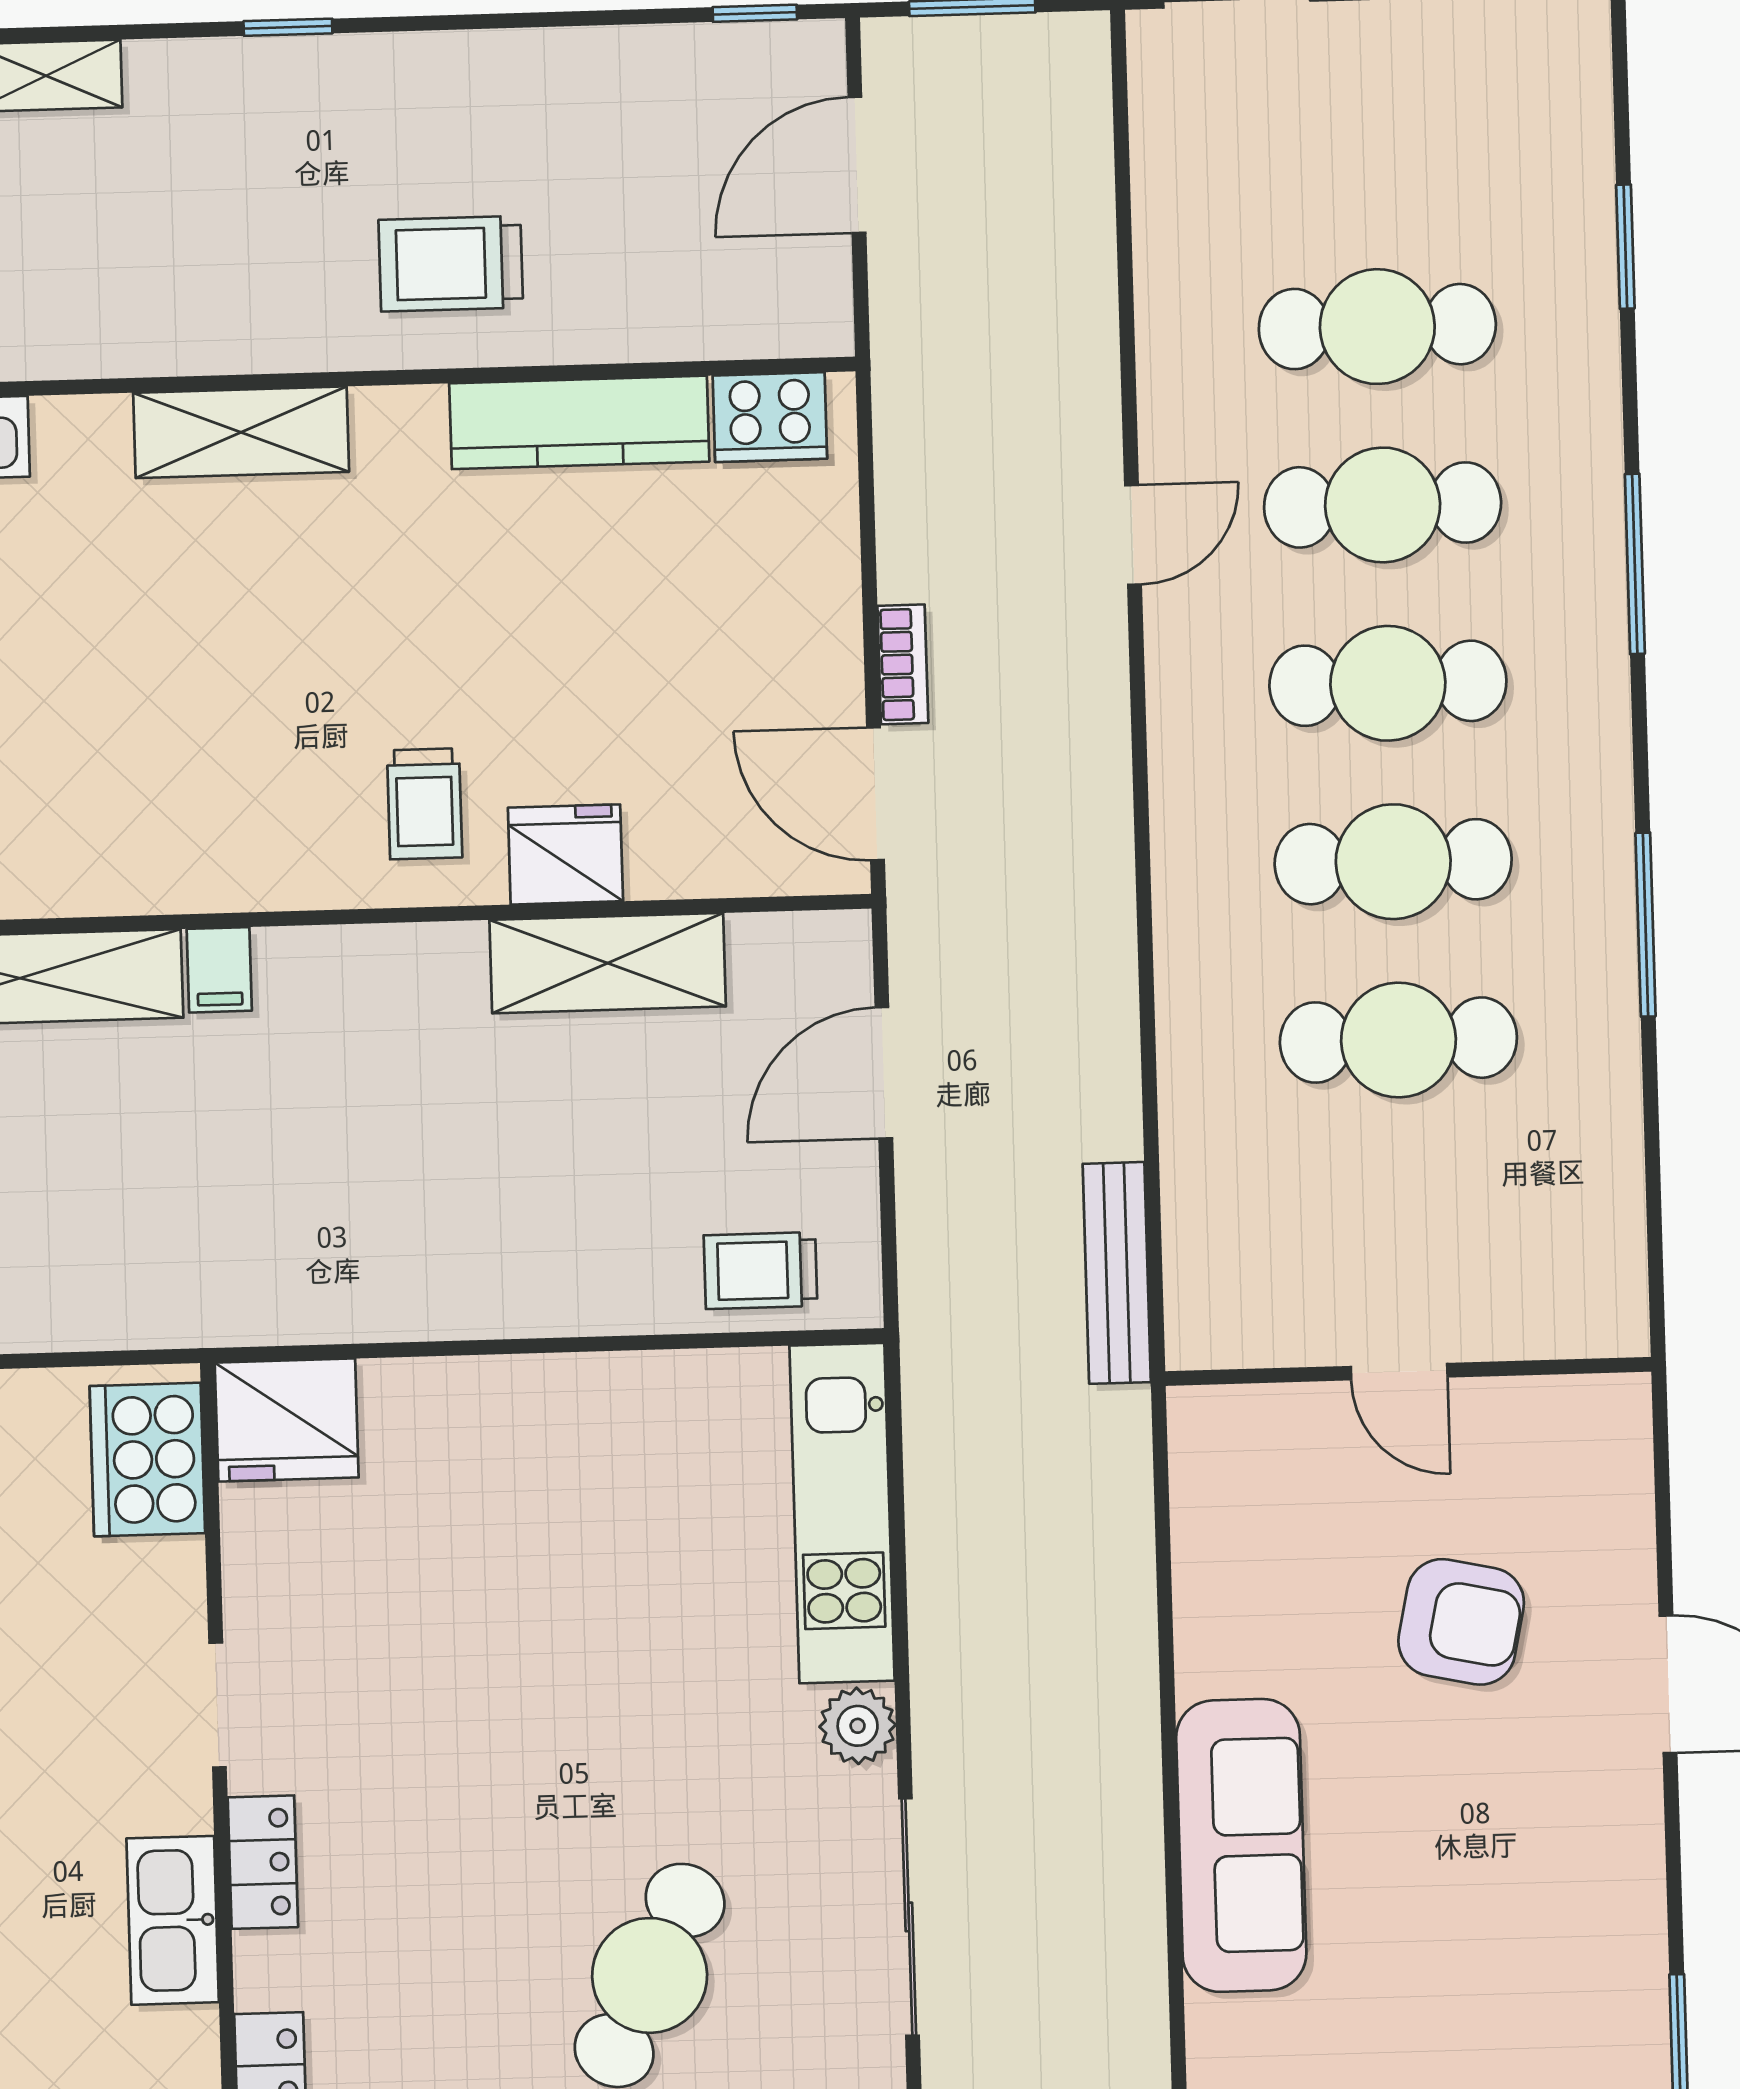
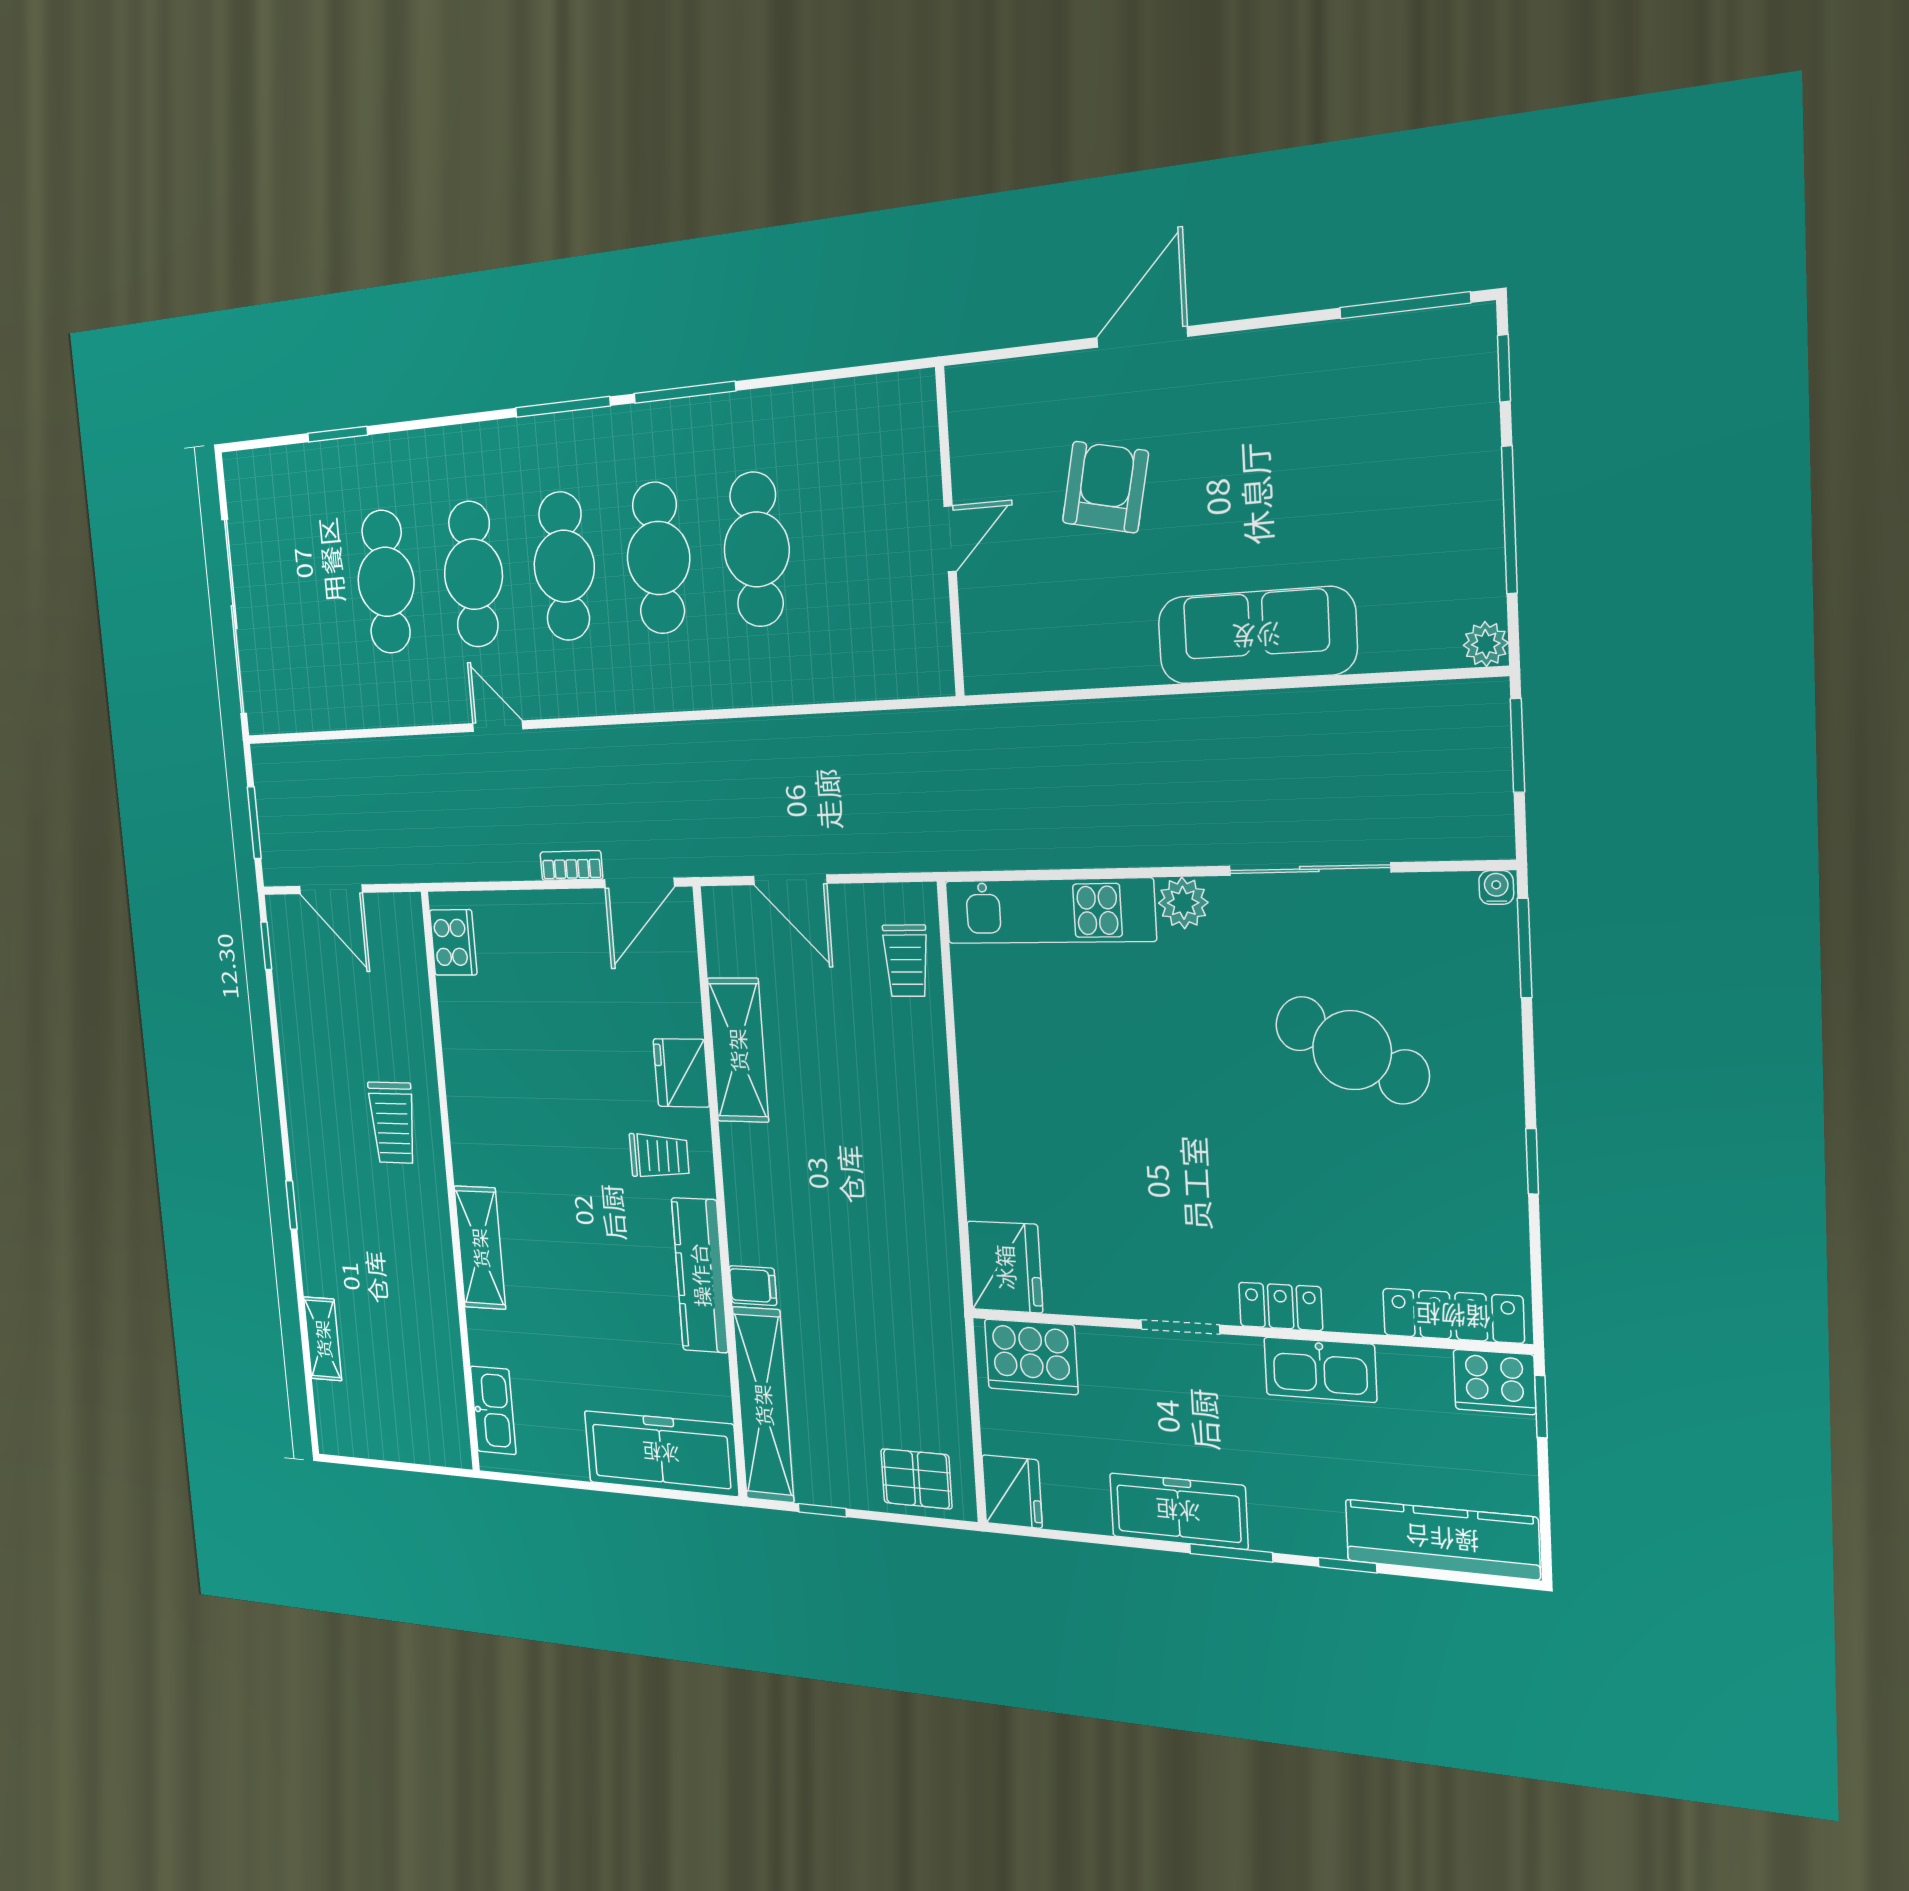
kitchen counter: (579, 422) -> (700, 1275), moved, turned 180
window: (1635, 564) -> (563, 407), moved
bench: (1117, 1273) -> (898, 729), removed

